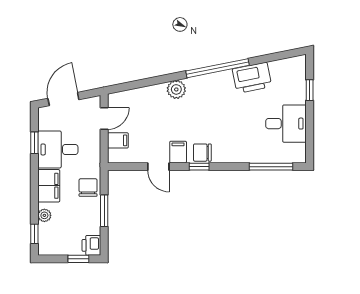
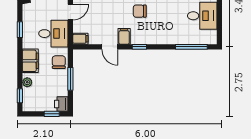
filing cabinet: (118, 140) -> (80, 39), moved
desk: (58, 149) -> (53, 34), moved, turned 180
chair: (202, 153) -> (140, 11), moved

